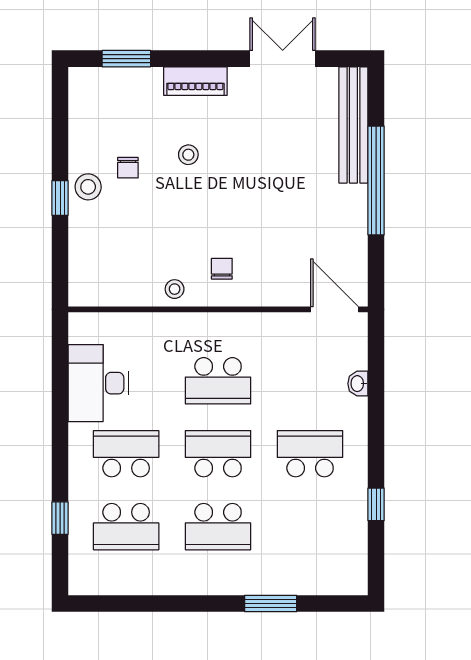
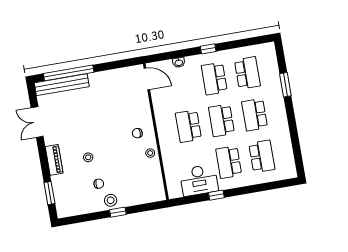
window: (376, 180) -> (69, 73), moved
door: (334, 309) -> (147, 79), swing flipped
school desk: (218, 381) -> (188, 126), turned 180
window: (376, 504) -> (208, 49), moved
window: (60, 518) -> (216, 195), moved
school desk: (218, 527) -> (255, 115), turned 180
school desk: (310, 527) -> (247, 73), added

